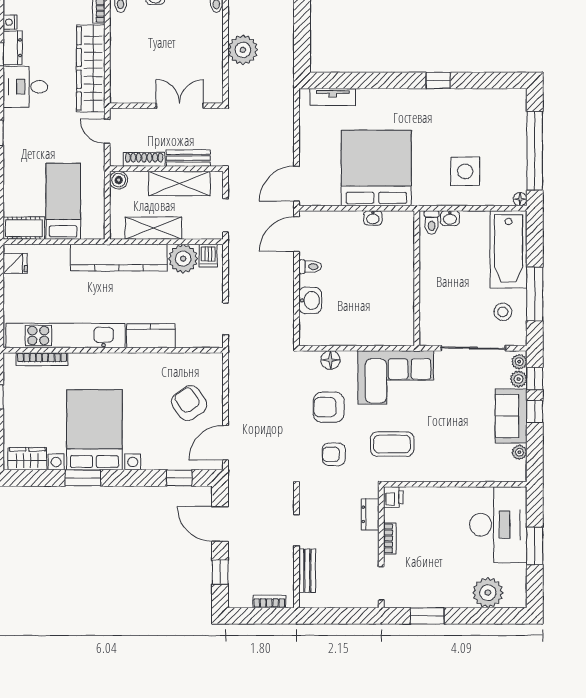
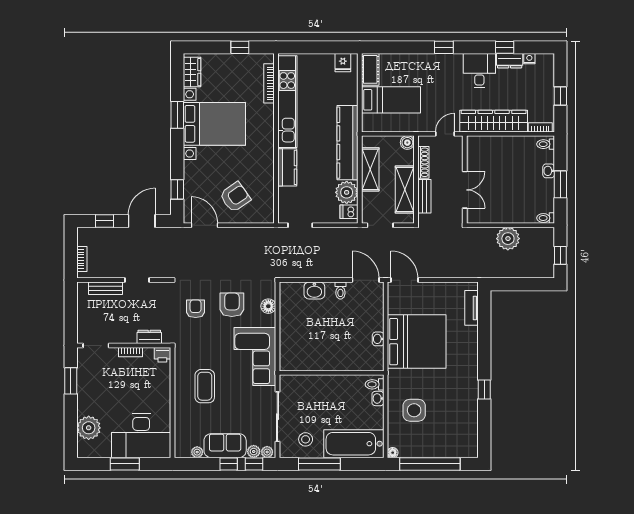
coffee table: (392, 444) -> (205, 386), moved

